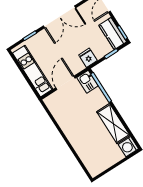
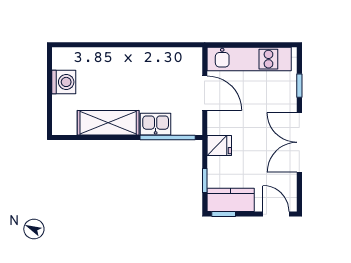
kitchen sink: (88, 82) -> (156, 124), moved
washing machine: (128, 147) -> (64, 82), moved, turned 90

